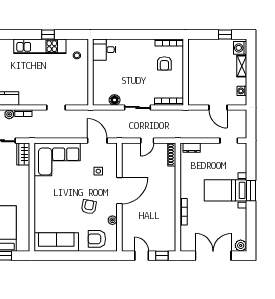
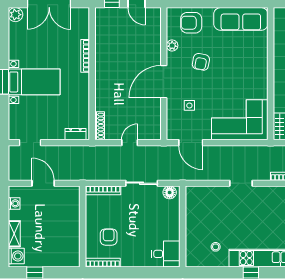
desk: (104, 50) -> (166, 254), moved
wall: (91, 72) -> (183, 226), moved
armchair: (97, 239) -> (191, 23), turned 180

